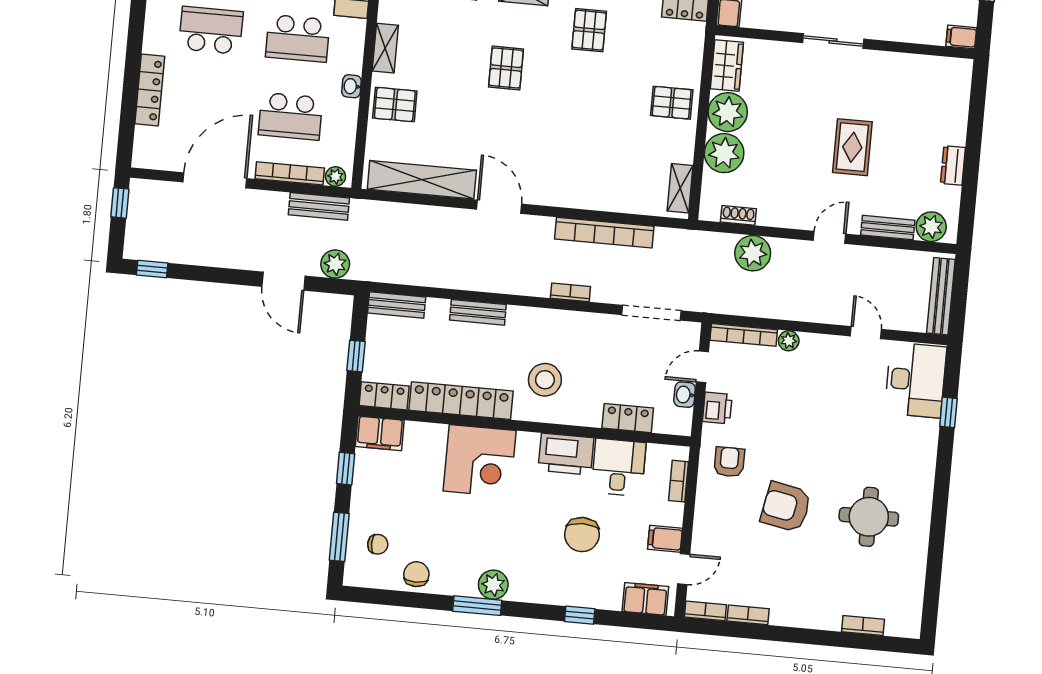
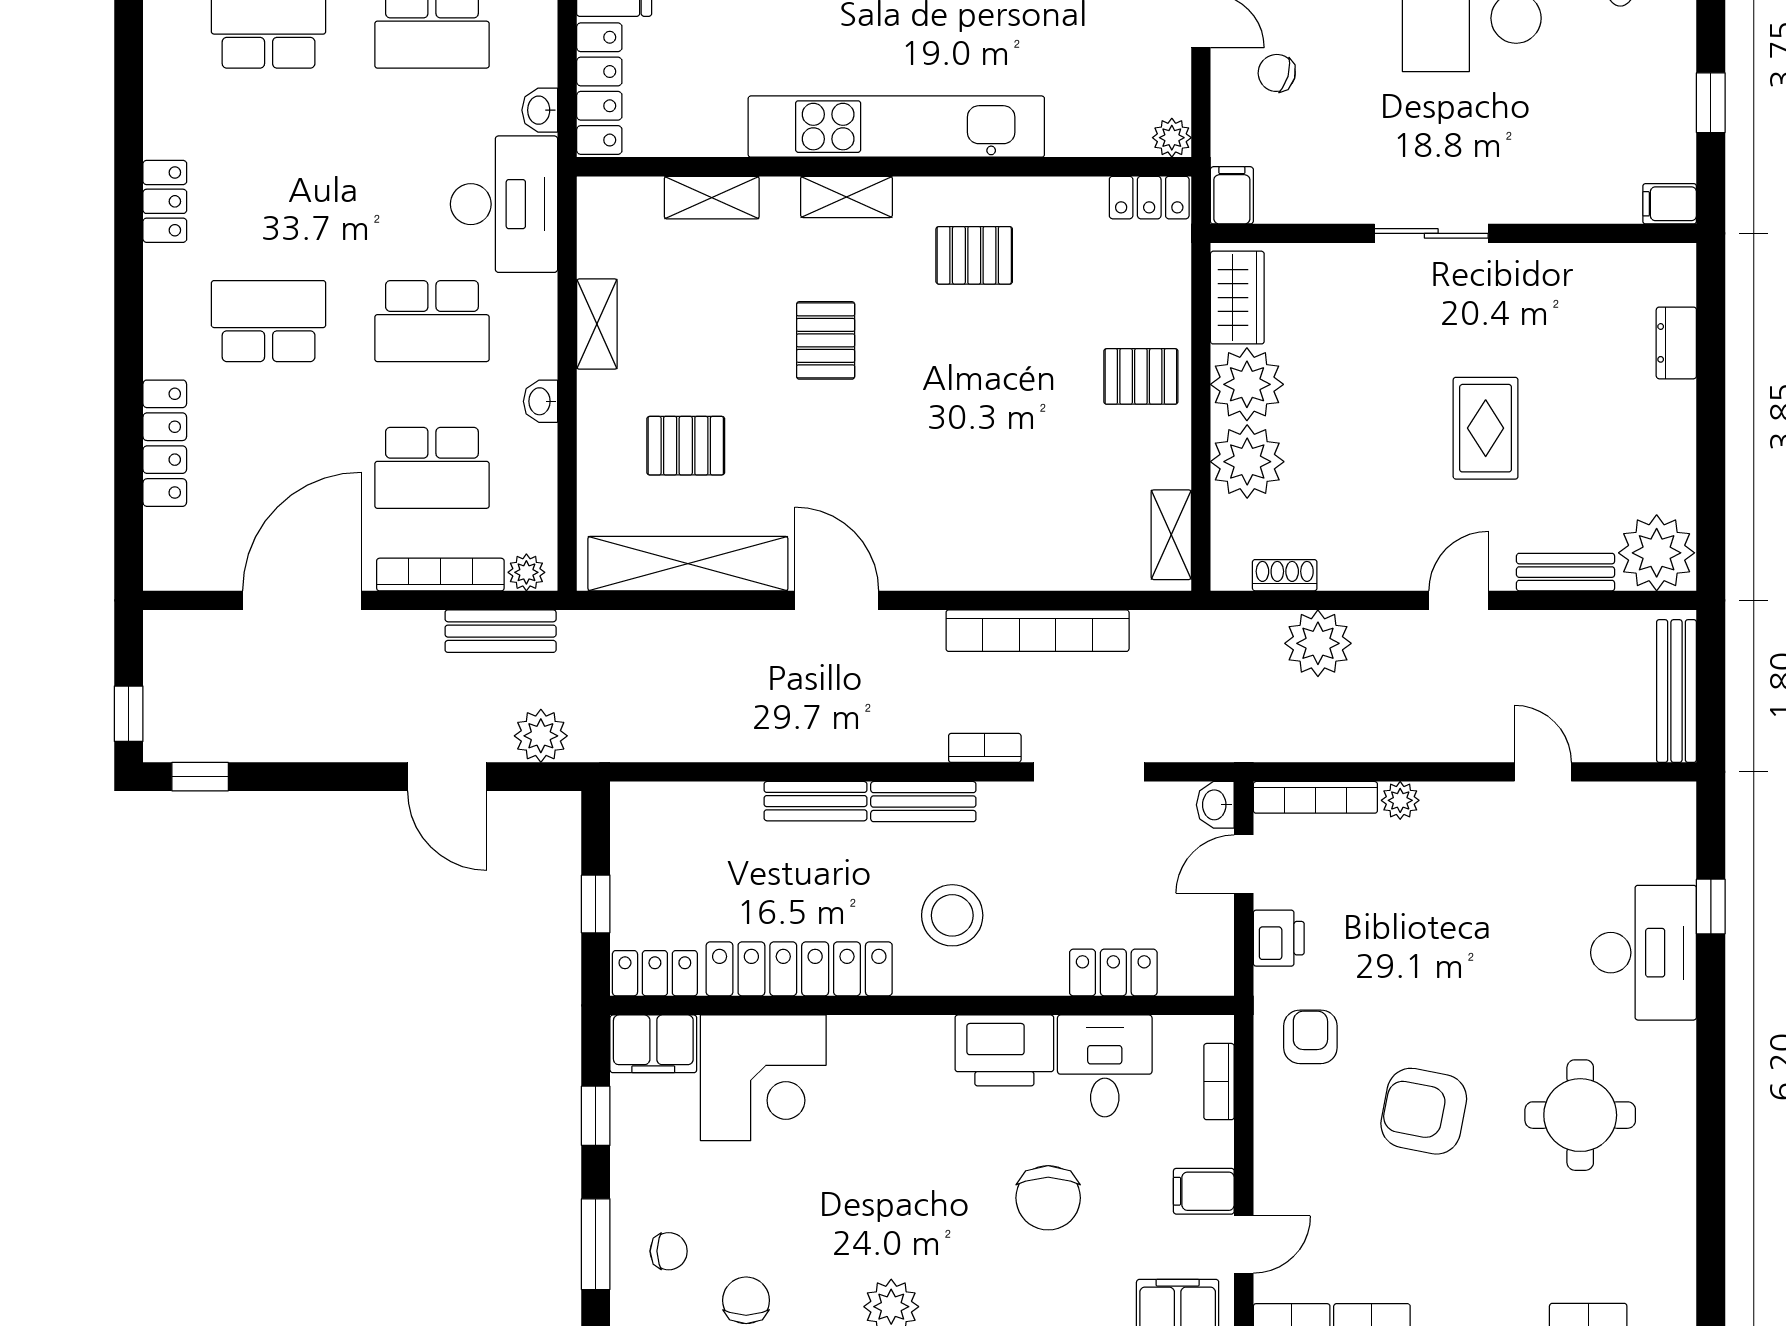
pallet: (589, 30) -> (974, 255), turned 90
pallet: (395, 105) -> (686, 446), moved
dresser: (953, 165) -> (1676, 343), moved
window: (120, 203) -> (129, 714), moved
plant: (931, 227) -> (1657, 553), width x1.36, depth x1.36
bench: (397, 305) -> (923, 802), moved
doorway: (652, 313) -> (1089, 772), moved
desk: (915, 380) -> (1644, 953), moved
washbasin: (685, 395) -> (1215, 805), moved
corner desk: (480, 461) -> (763, 1078), moved

